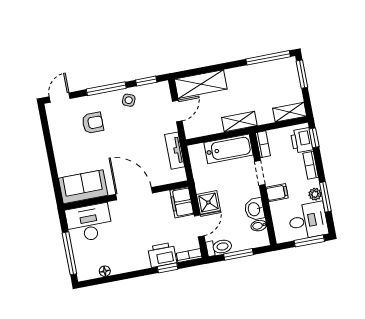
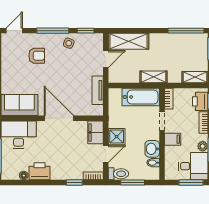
printer: (162, 255) -> (40, 171), moved

